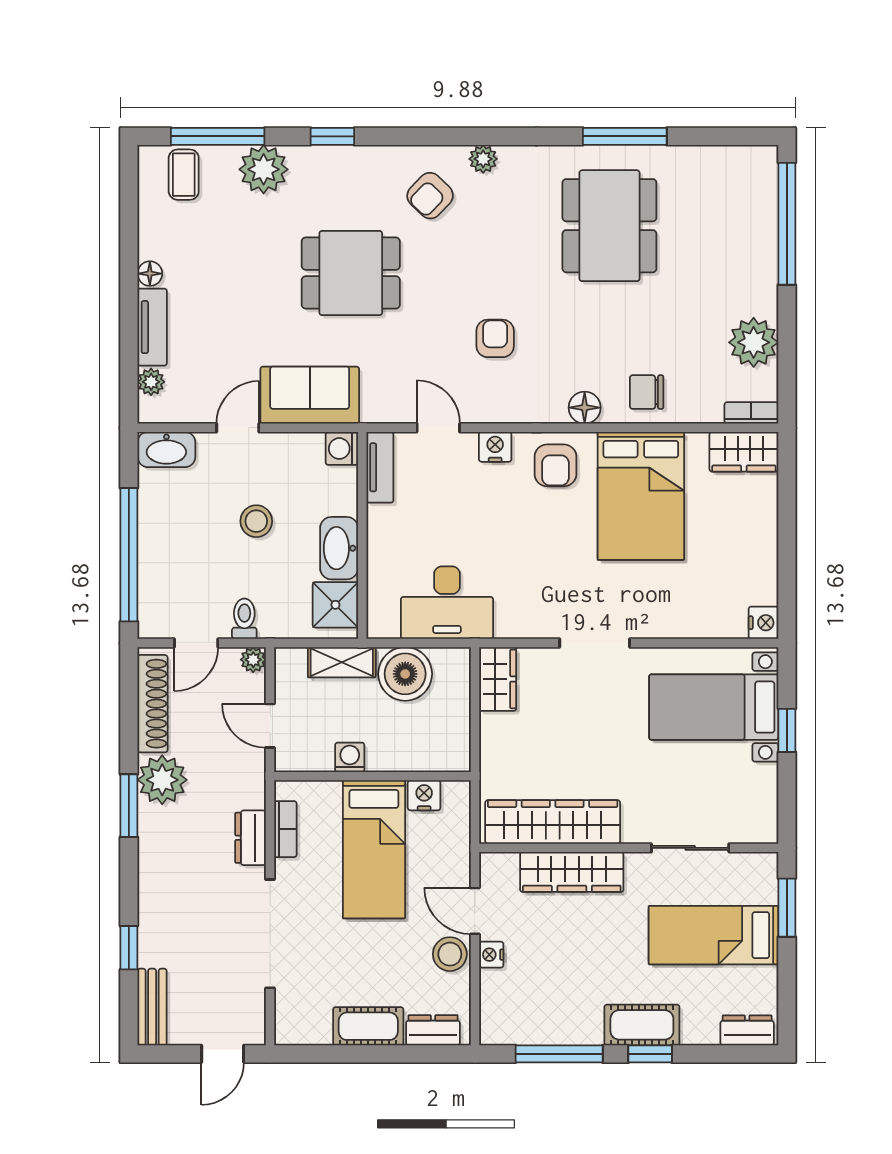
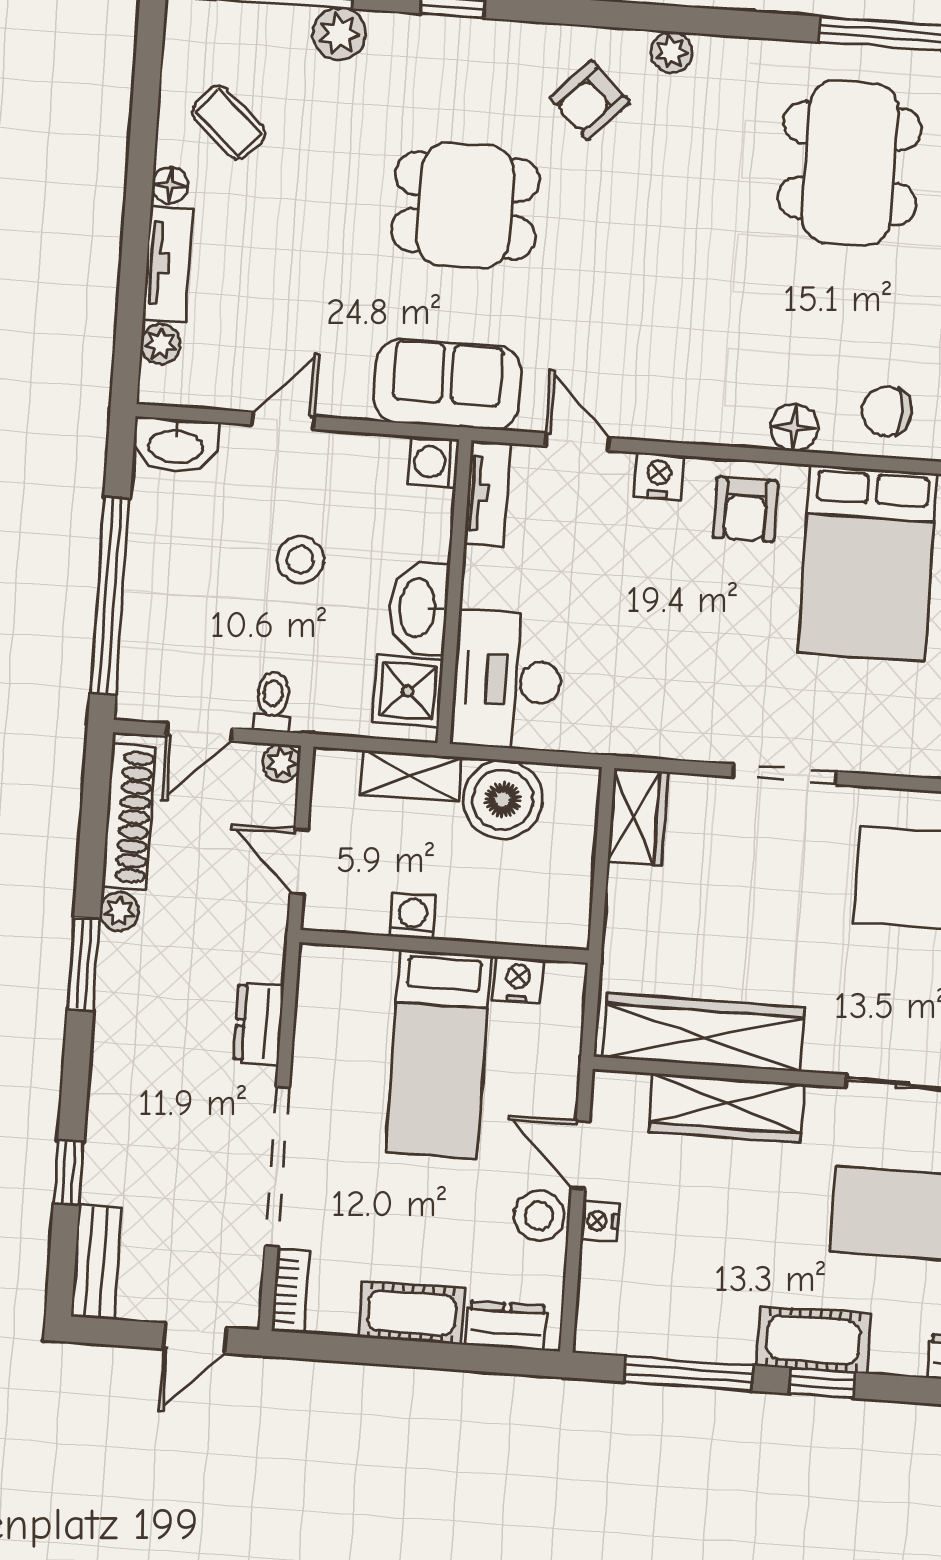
plant: (264, 169) -> (339, 34), width x0.73, depth x0.73
coffee table: (184, 175) -> (228, 122), moved, turned -48
armchair: (495, 338) -> (670, 317), removed
sofa: (310, 395) -> (447, 384), moved
desk: (447, 603) -> (508, 680), moved, turned 90
plant: (162, 780) -> (119, 911), width x0.53, depth x0.53
bookcase: (285, 829) -> (291, 1291), moved

